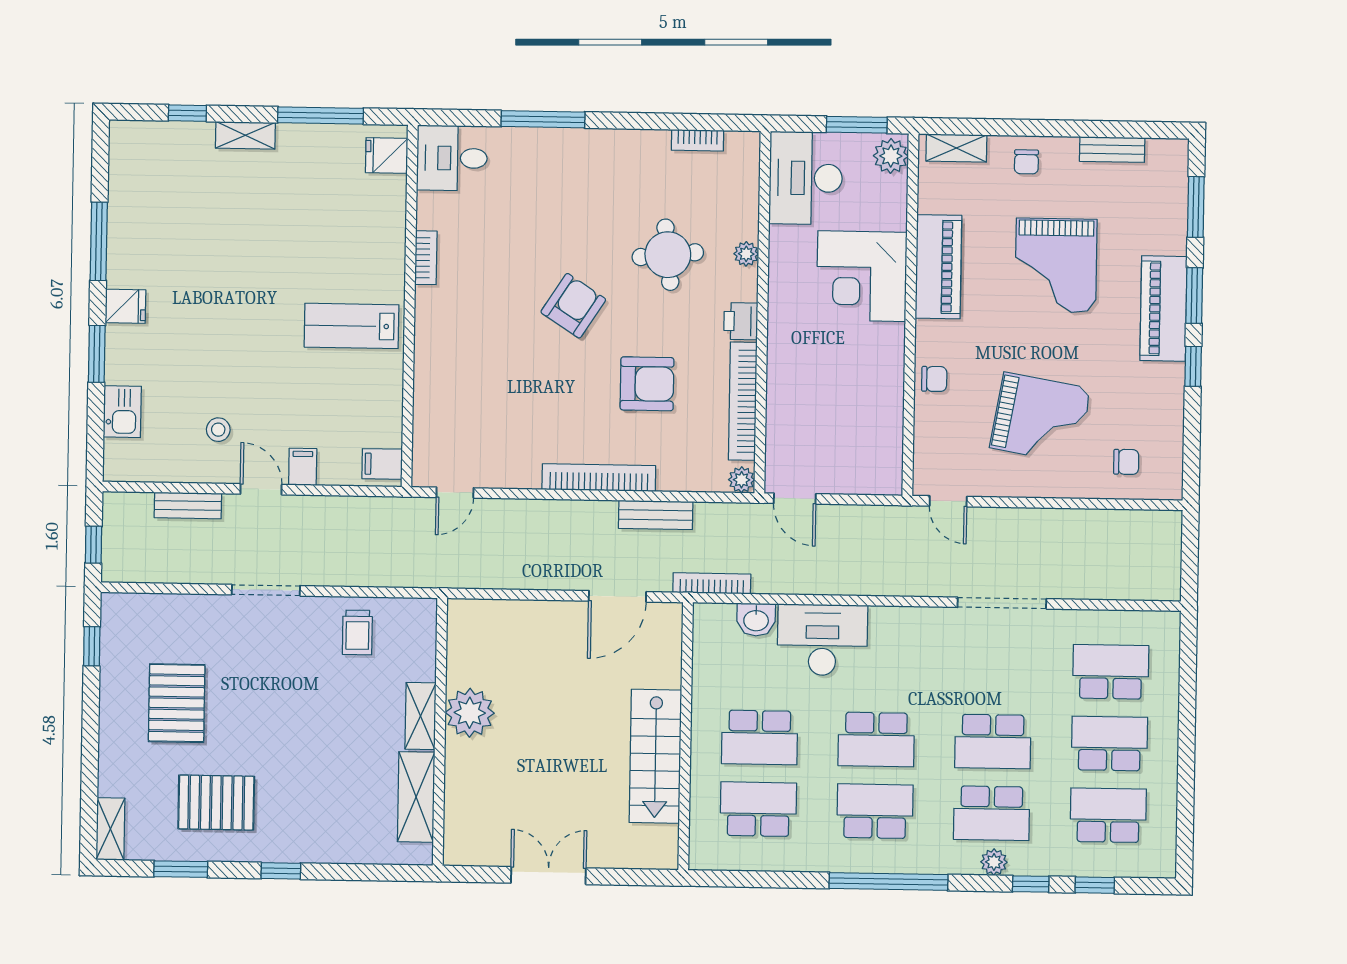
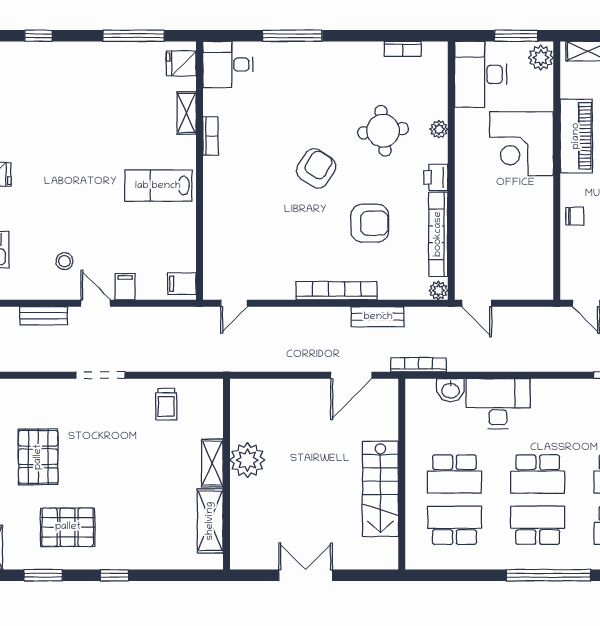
shelving: (245, 135) -> (186, 113), moved, turned 90

